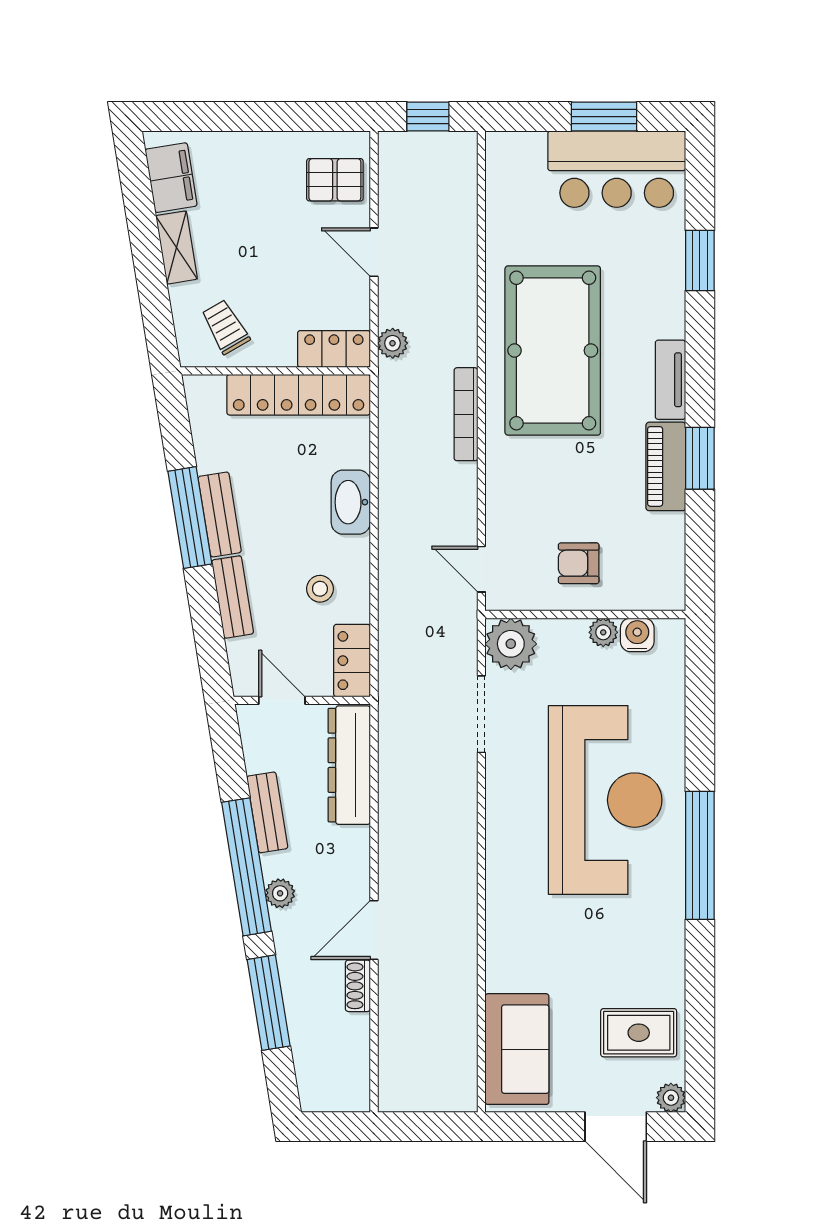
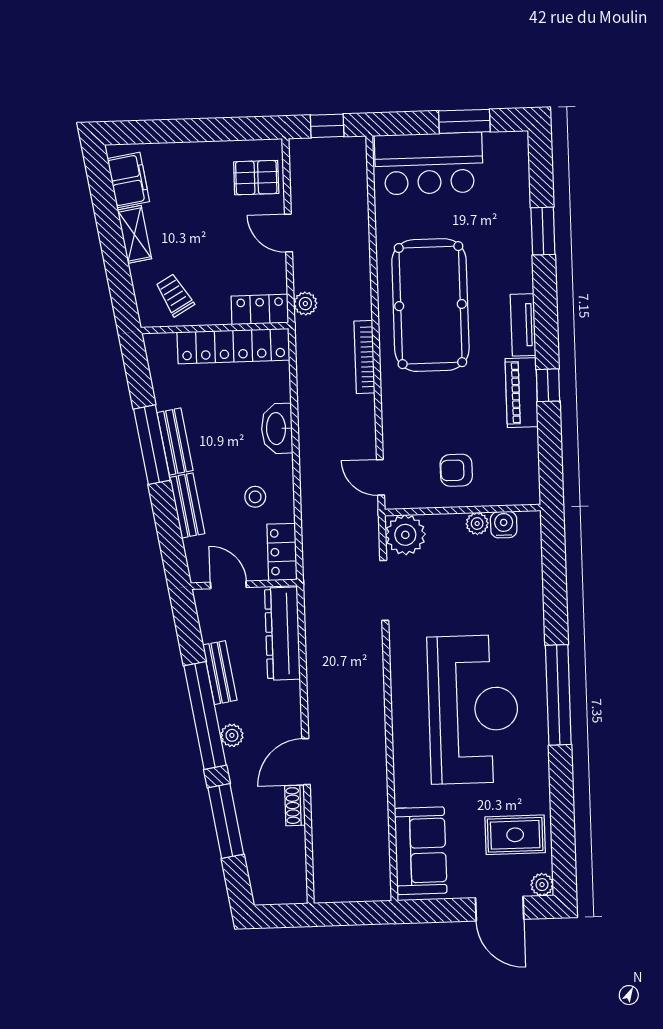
bar counter: (617, 169) -> (429, 164), moved
window: (700, 458) -> (548, 385), width x0.67
reception desk: (605, 800) -> (473, 709), moved

